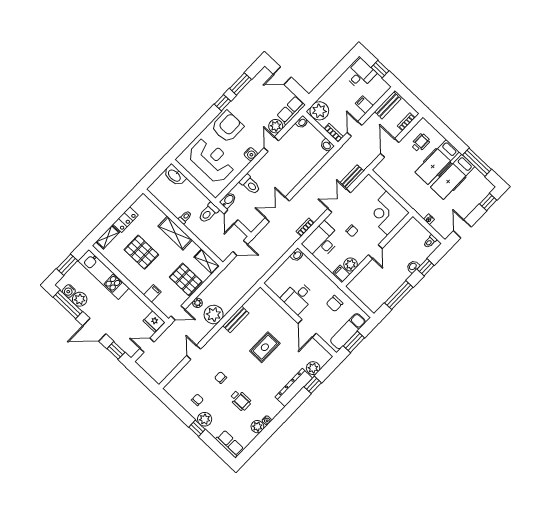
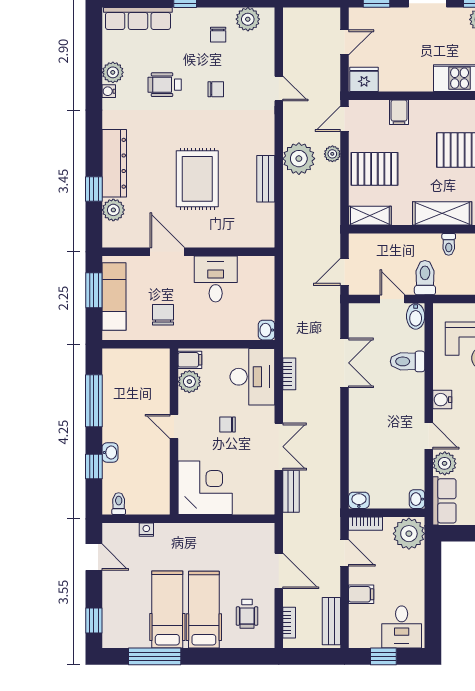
rug: (265, 347) -> (197, 179), width x1.36, depth x1.43
plant: (205, 419) -> (248, 19), moved
row of seats: (230, 444) -> (138, 18), width x1.48

